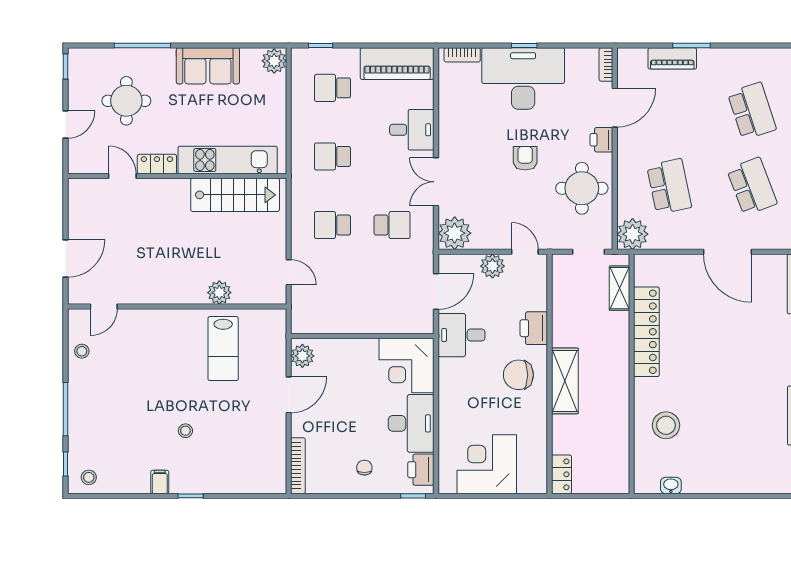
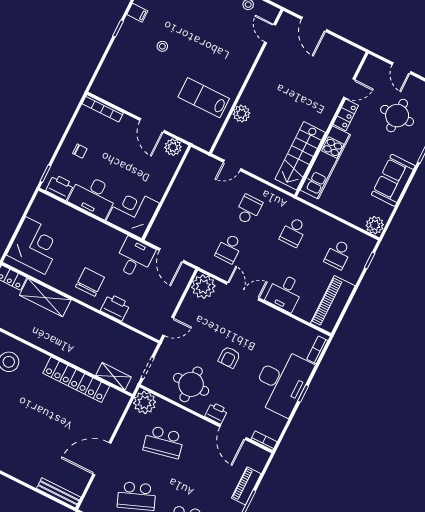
school desk: (332, 88) -> (338, 254), turned 180
school desk: (332, 156) -> (293, 232), turned 180
armchair: (525, 158) -> (229, 357), turned 90
plant: (492, 266) -> (169, 301), removed
shelving: (565, 381) -> (45, 297), moved
corner desk: (487, 464) -> (35, 245), moved

